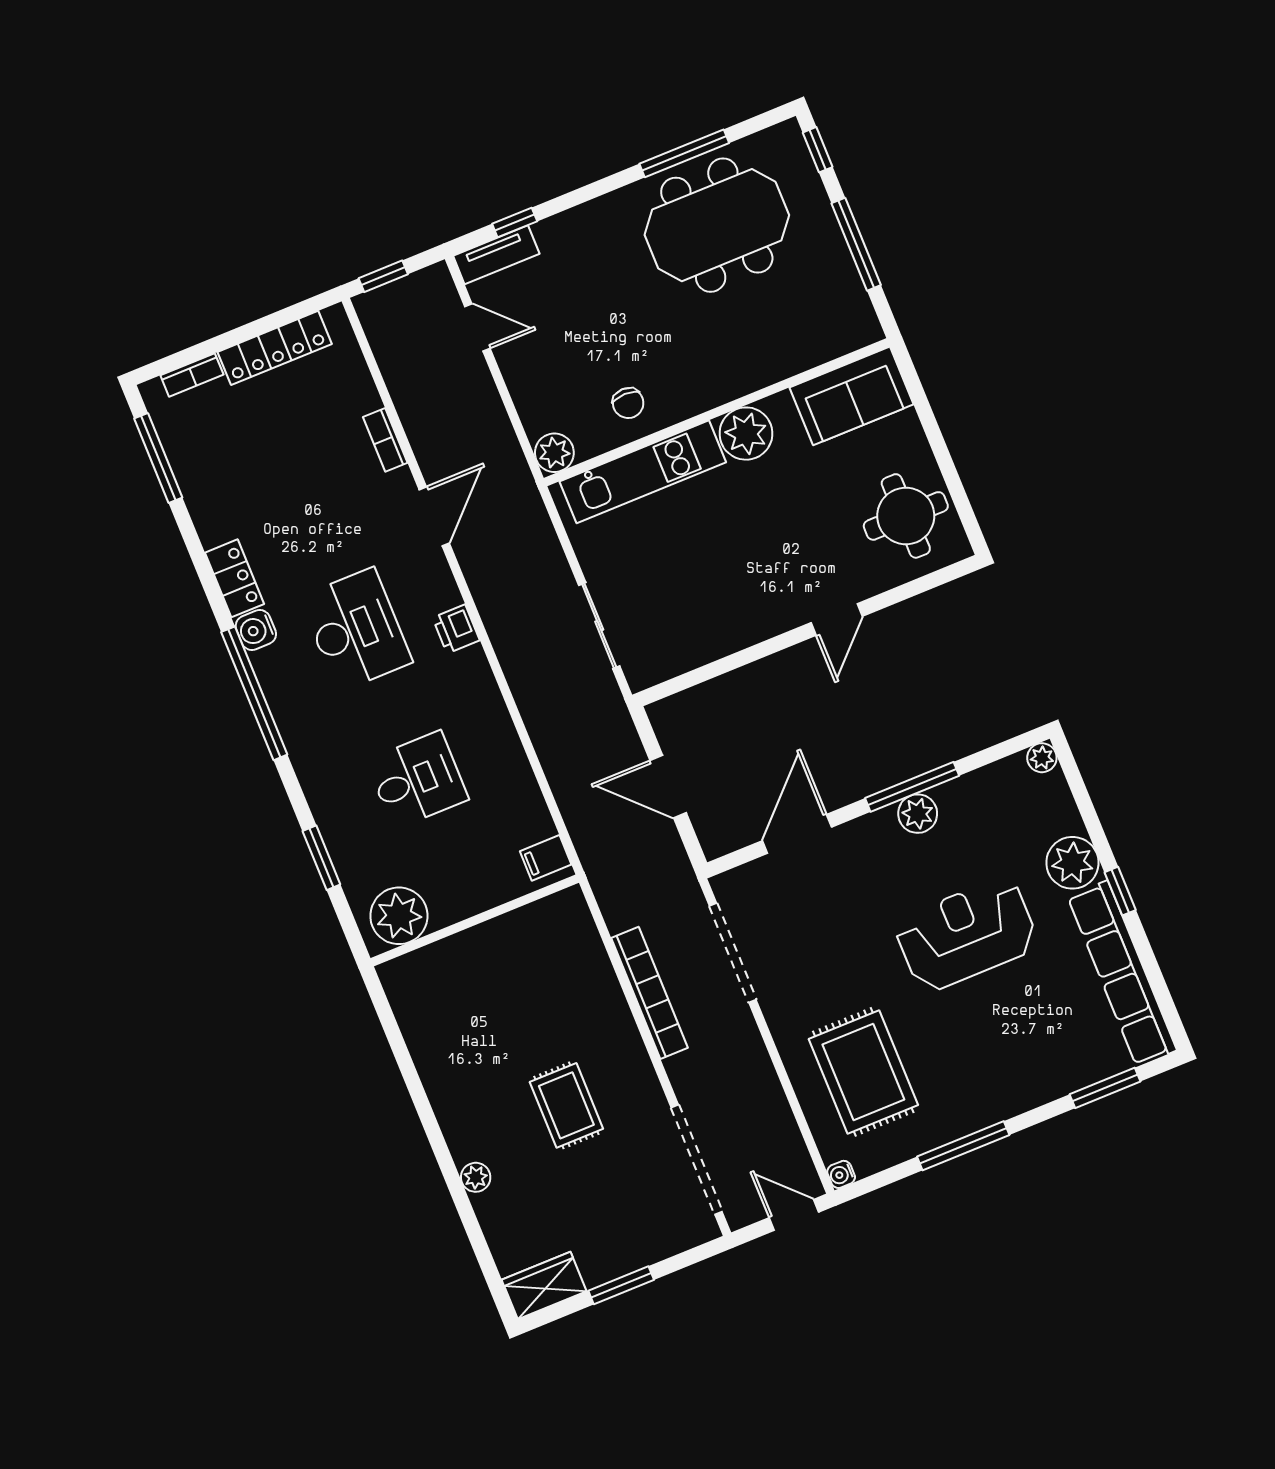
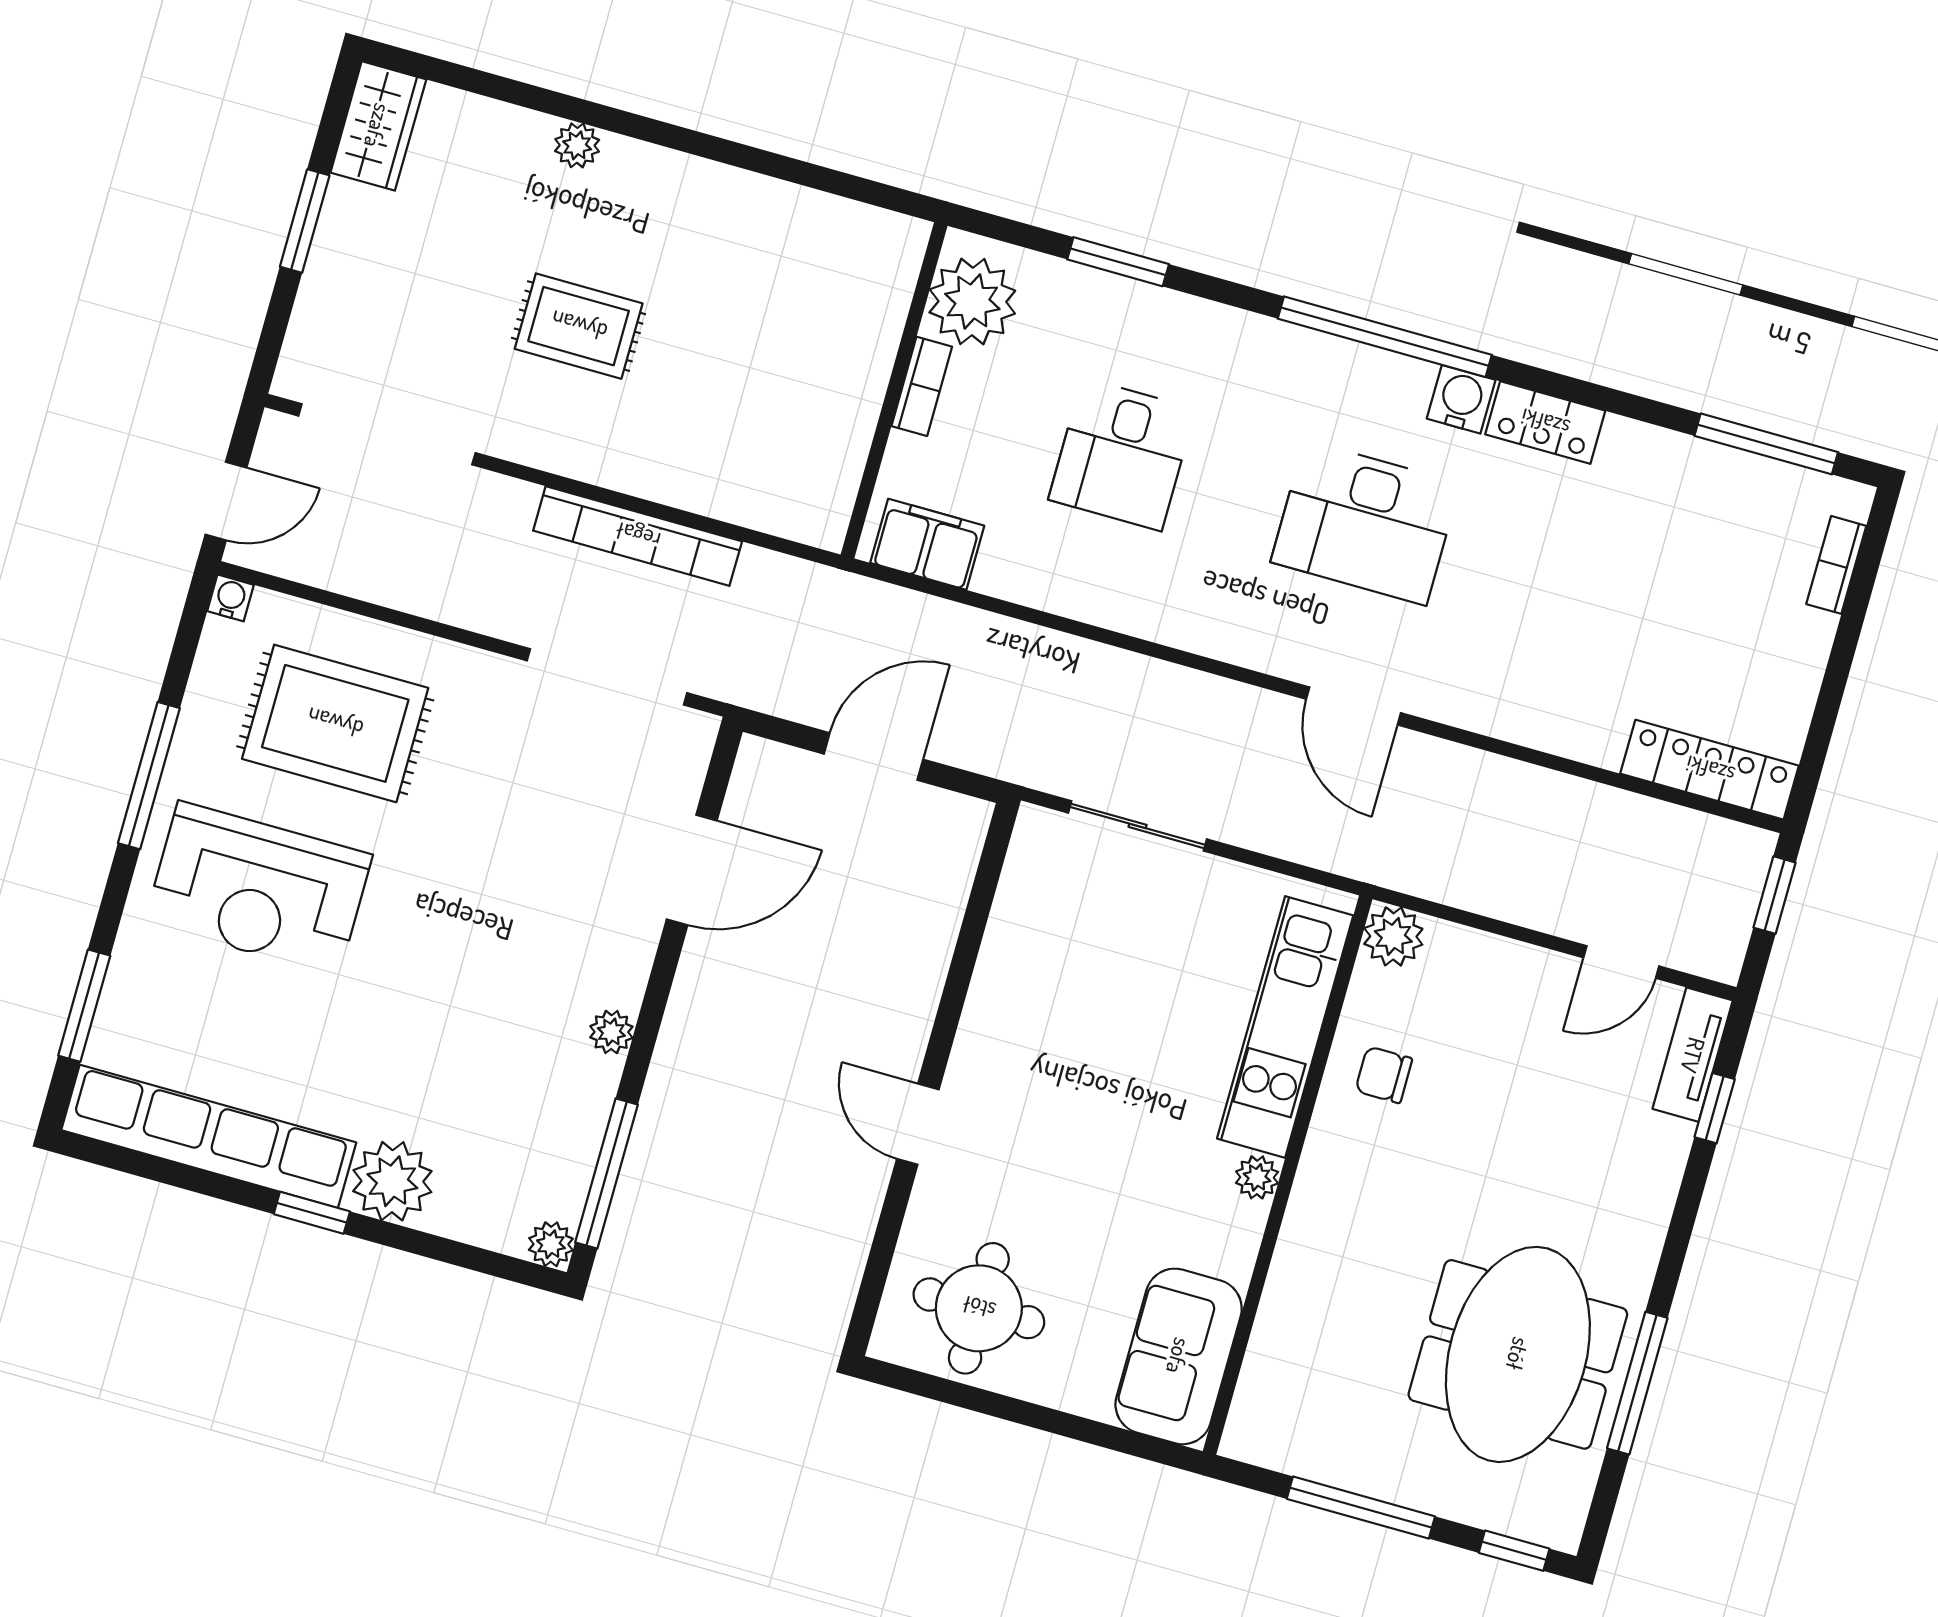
locker: (275, 348) -> (1710, 770), moved, turned 90
plant: (746, 434) -> (1257, 1177), width x0.53, depth x0.53
bookcase: (385, 440) -> (922, 386), moved, turned 90
door: (434, 516) -> (1354, 706), moved
printer: (456, 629) -> (1271, 647), removed
window: (912, 787) -> (607, 1173), moved
plant: (918, 814) -> (611, 1032), width x0.73, depth x0.73
door: (797, 834) -> (692, 870), hinge flipped
filing cabinet: (546, 858) -> (927, 544), width x2.00
reception desk: (966, 934) -> (258, 889), moved, turned 90

